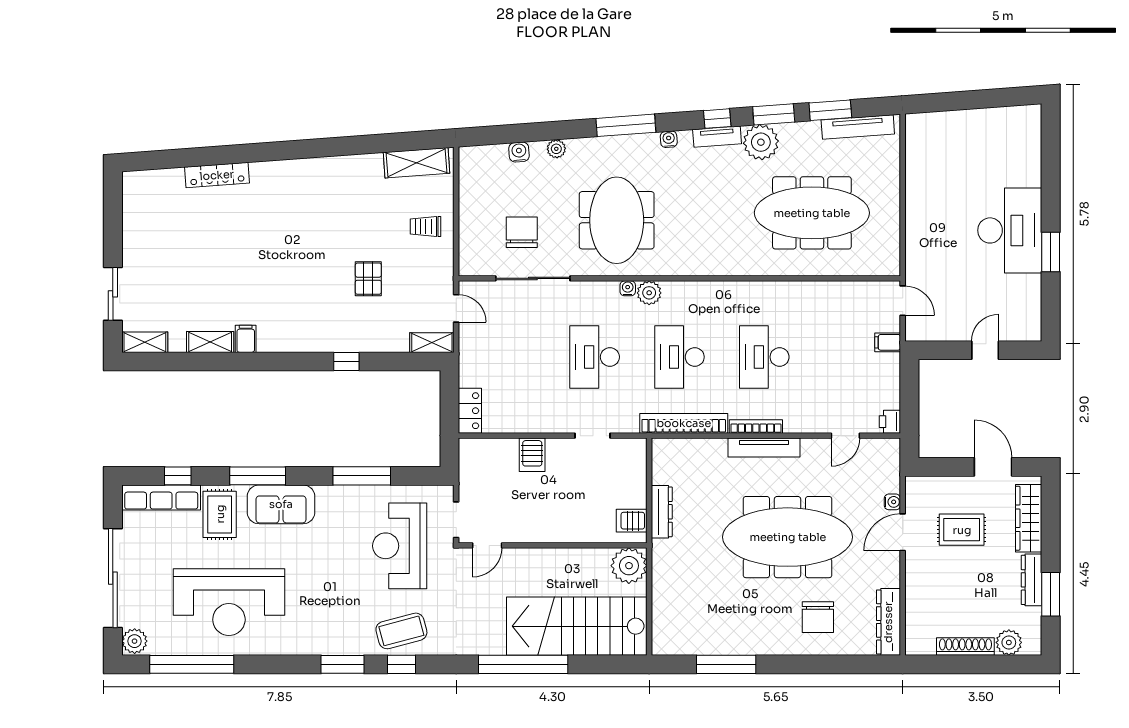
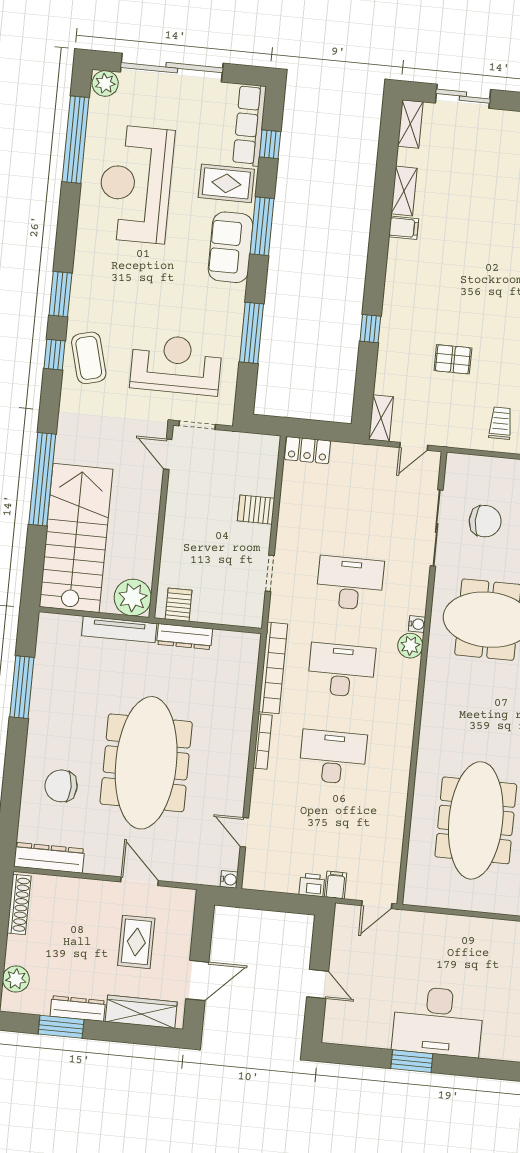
printer: (890, 422) -> (312, 885), moved
tv unit: (764, 447) -> (119, 629), moved, turned -90
water cooler: (892, 502) -> (229, 879), moved, turned -90
shoe rack: (965, 646) -> (19, 904), moved

